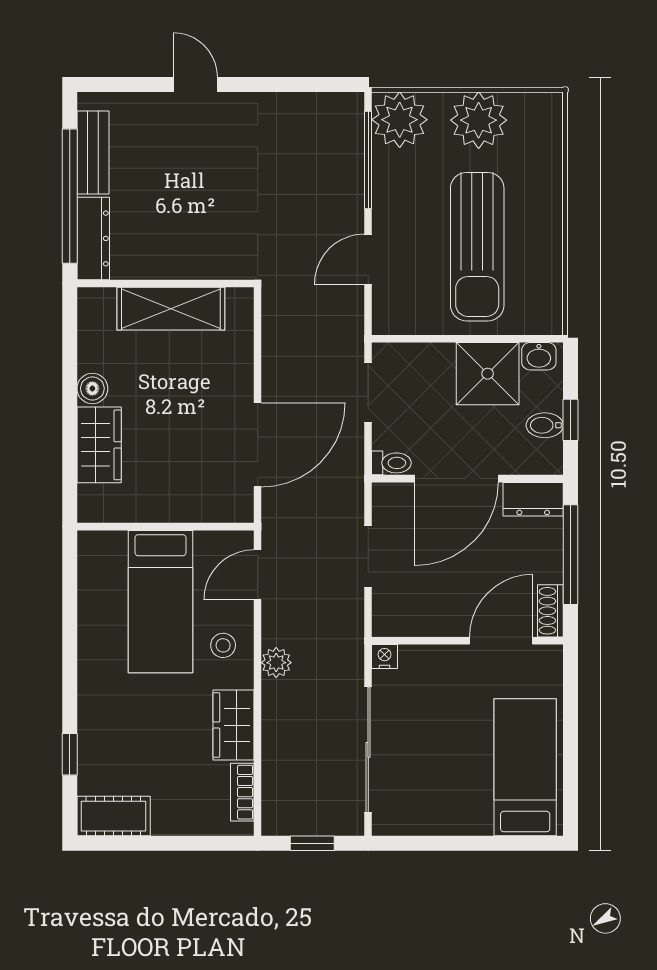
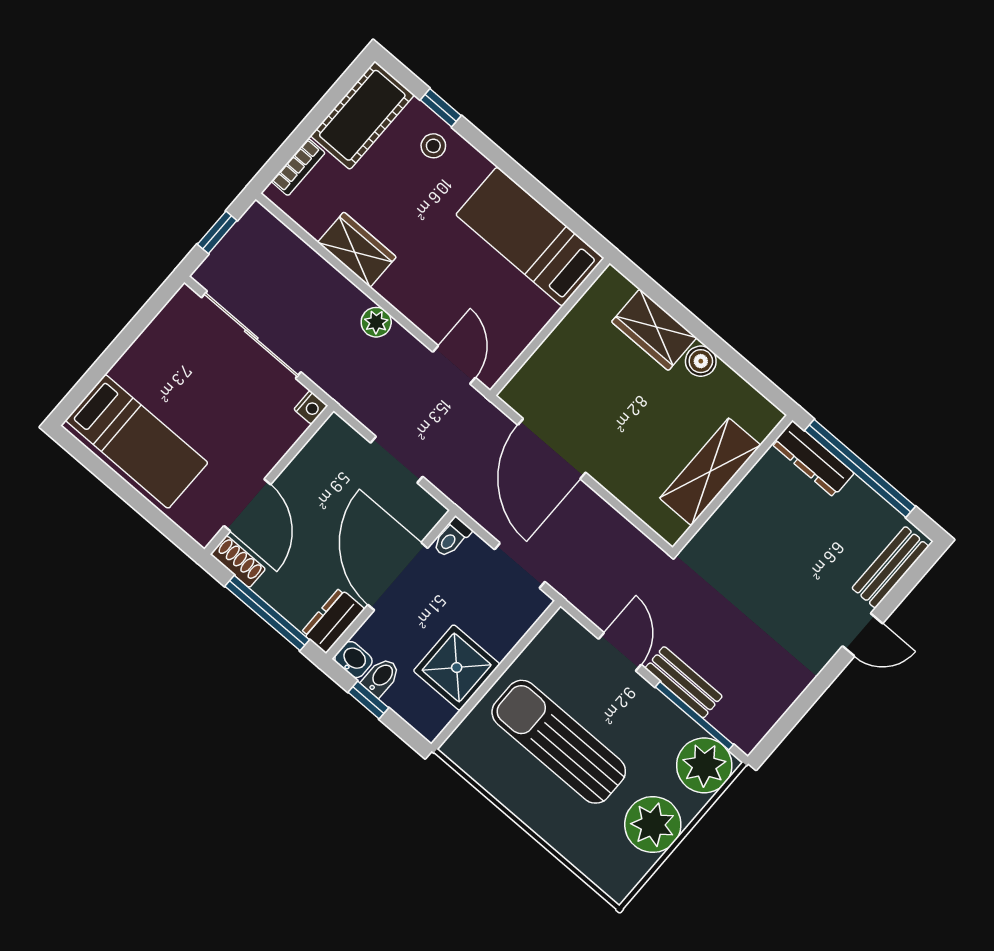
bench: (93, 153) -> (890, 567), moved, turned 90
bench: (349, 190) -> (684, 682), added
washbasin: (539, 356) -> (353, 660), moved, turned 90
bed: (160, 602) -> (530, 237), moved
stool: (223, 645) -> (433, 146), moved
bookcase: (242, 792) -> (298, 167), moved, turned 90
cot: (114, 816) -> (362, 115), width x1.37, depth x1.34

